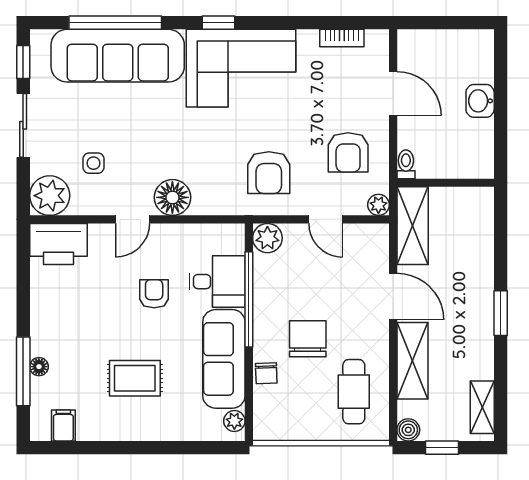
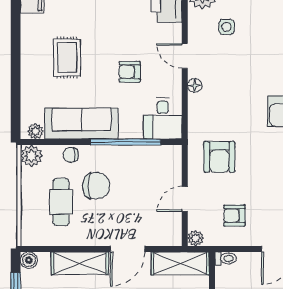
armchair: (348, 152) -> (234, 216), width x0.72, depth x0.72
armchair: (269, 173) -> (219, 157), turned -90
floor lamp: (172, 197) -> (195, 85), width x0.53, depth x0.53
plant: (267, 238) -> (31, 156), moved
desk: (217, 282) -> (163, 118), moved
armchair: (154, 294) -> (130, 72), turned 180
cafe table: (354, 392) -> (61, 202), moved, turned 90

